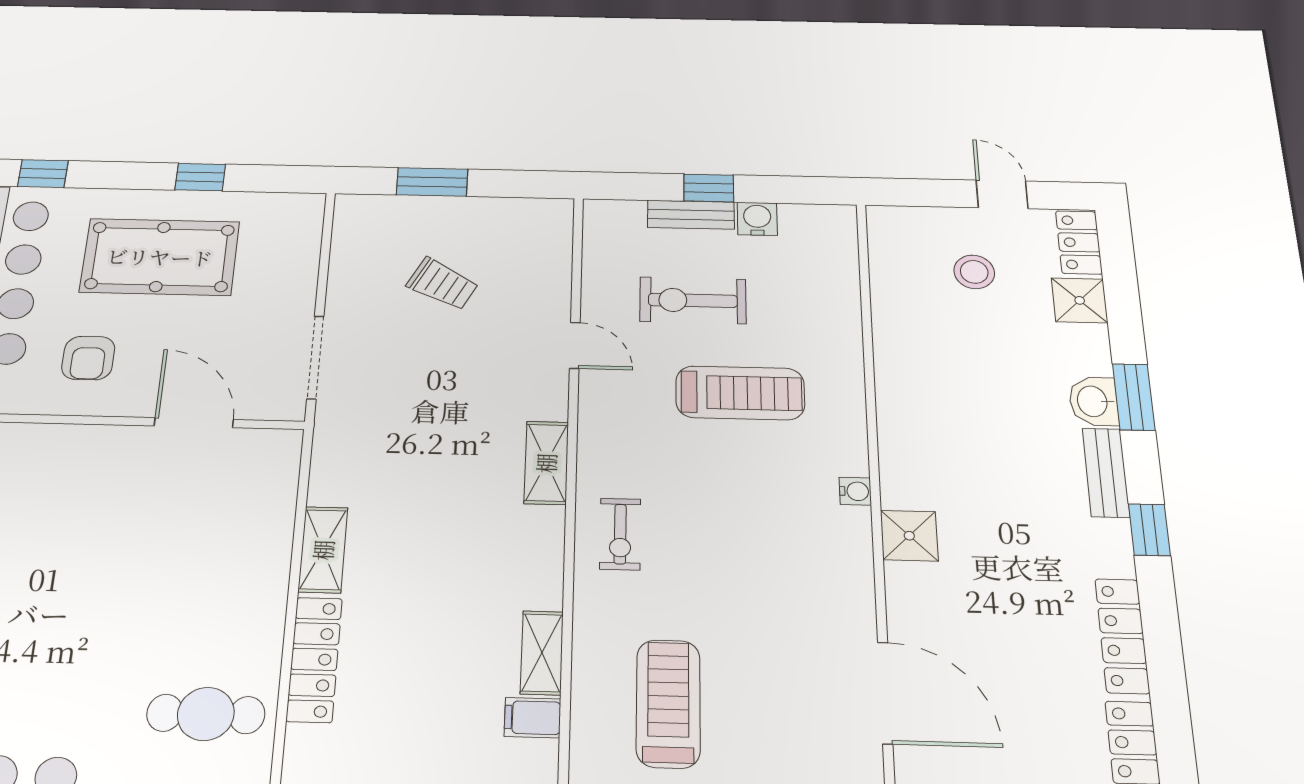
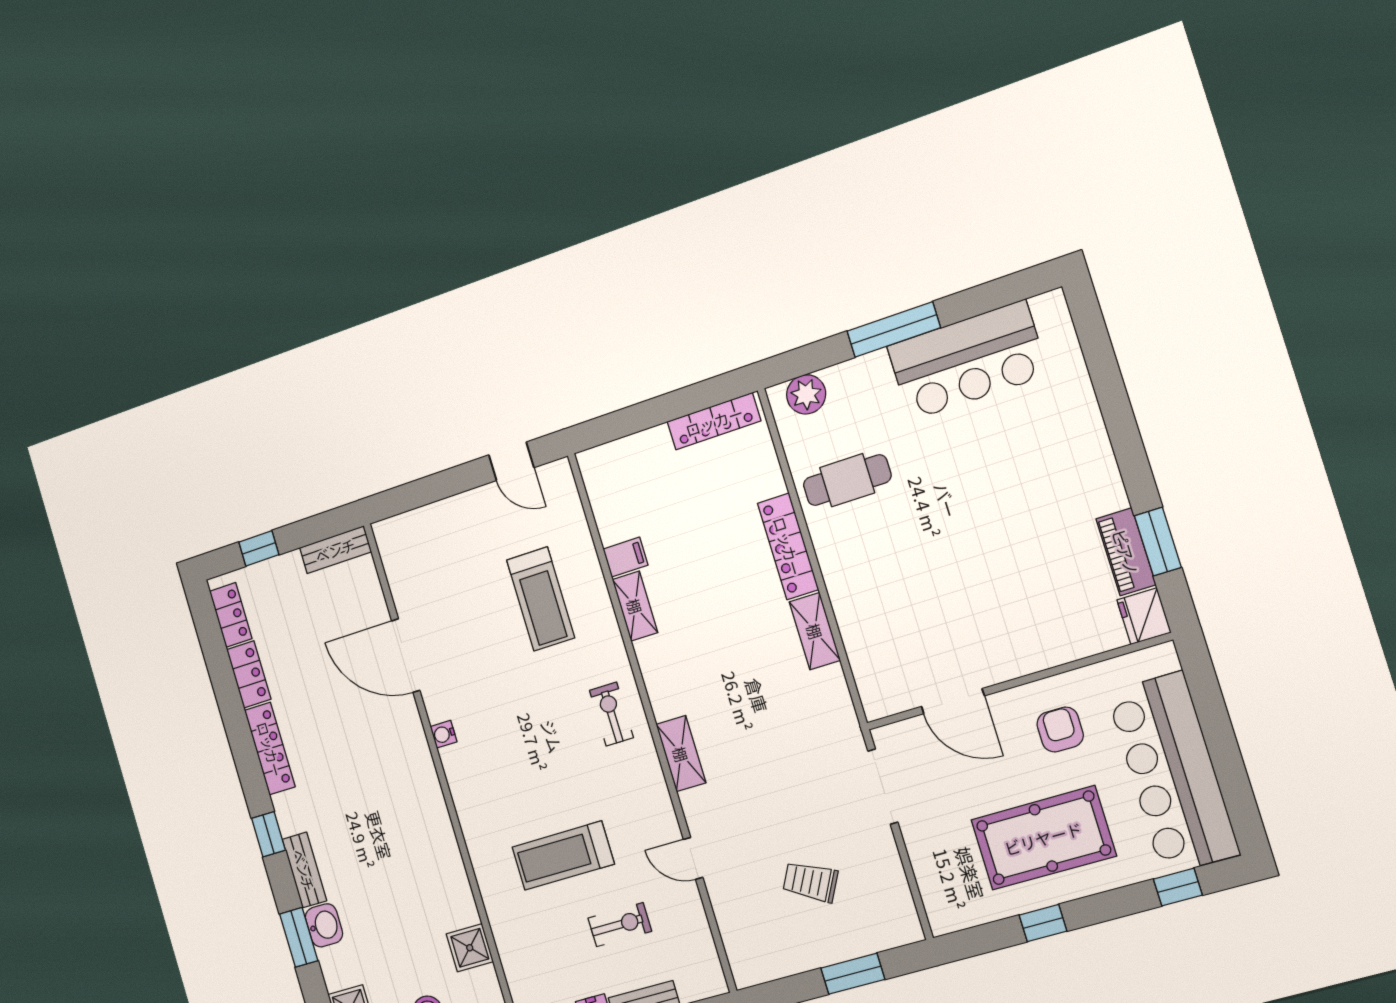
exercise bike: (693, 300) -> (620, 925), width x0.73, depth x0.72
water cooler: (855, 491) -> (444, 734), moved
shower: (909, 536) -> (470, 948), moved

